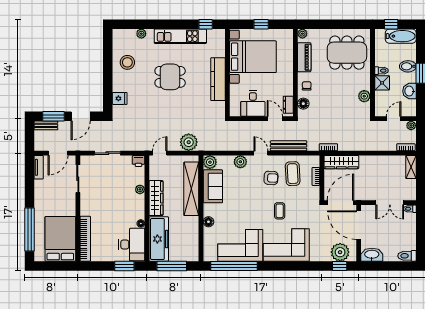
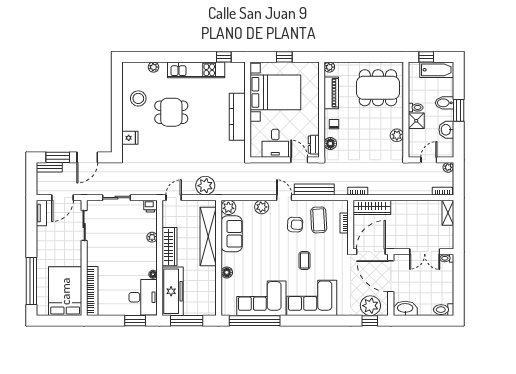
dining table: (170, 77) -> (171, 112), moved

